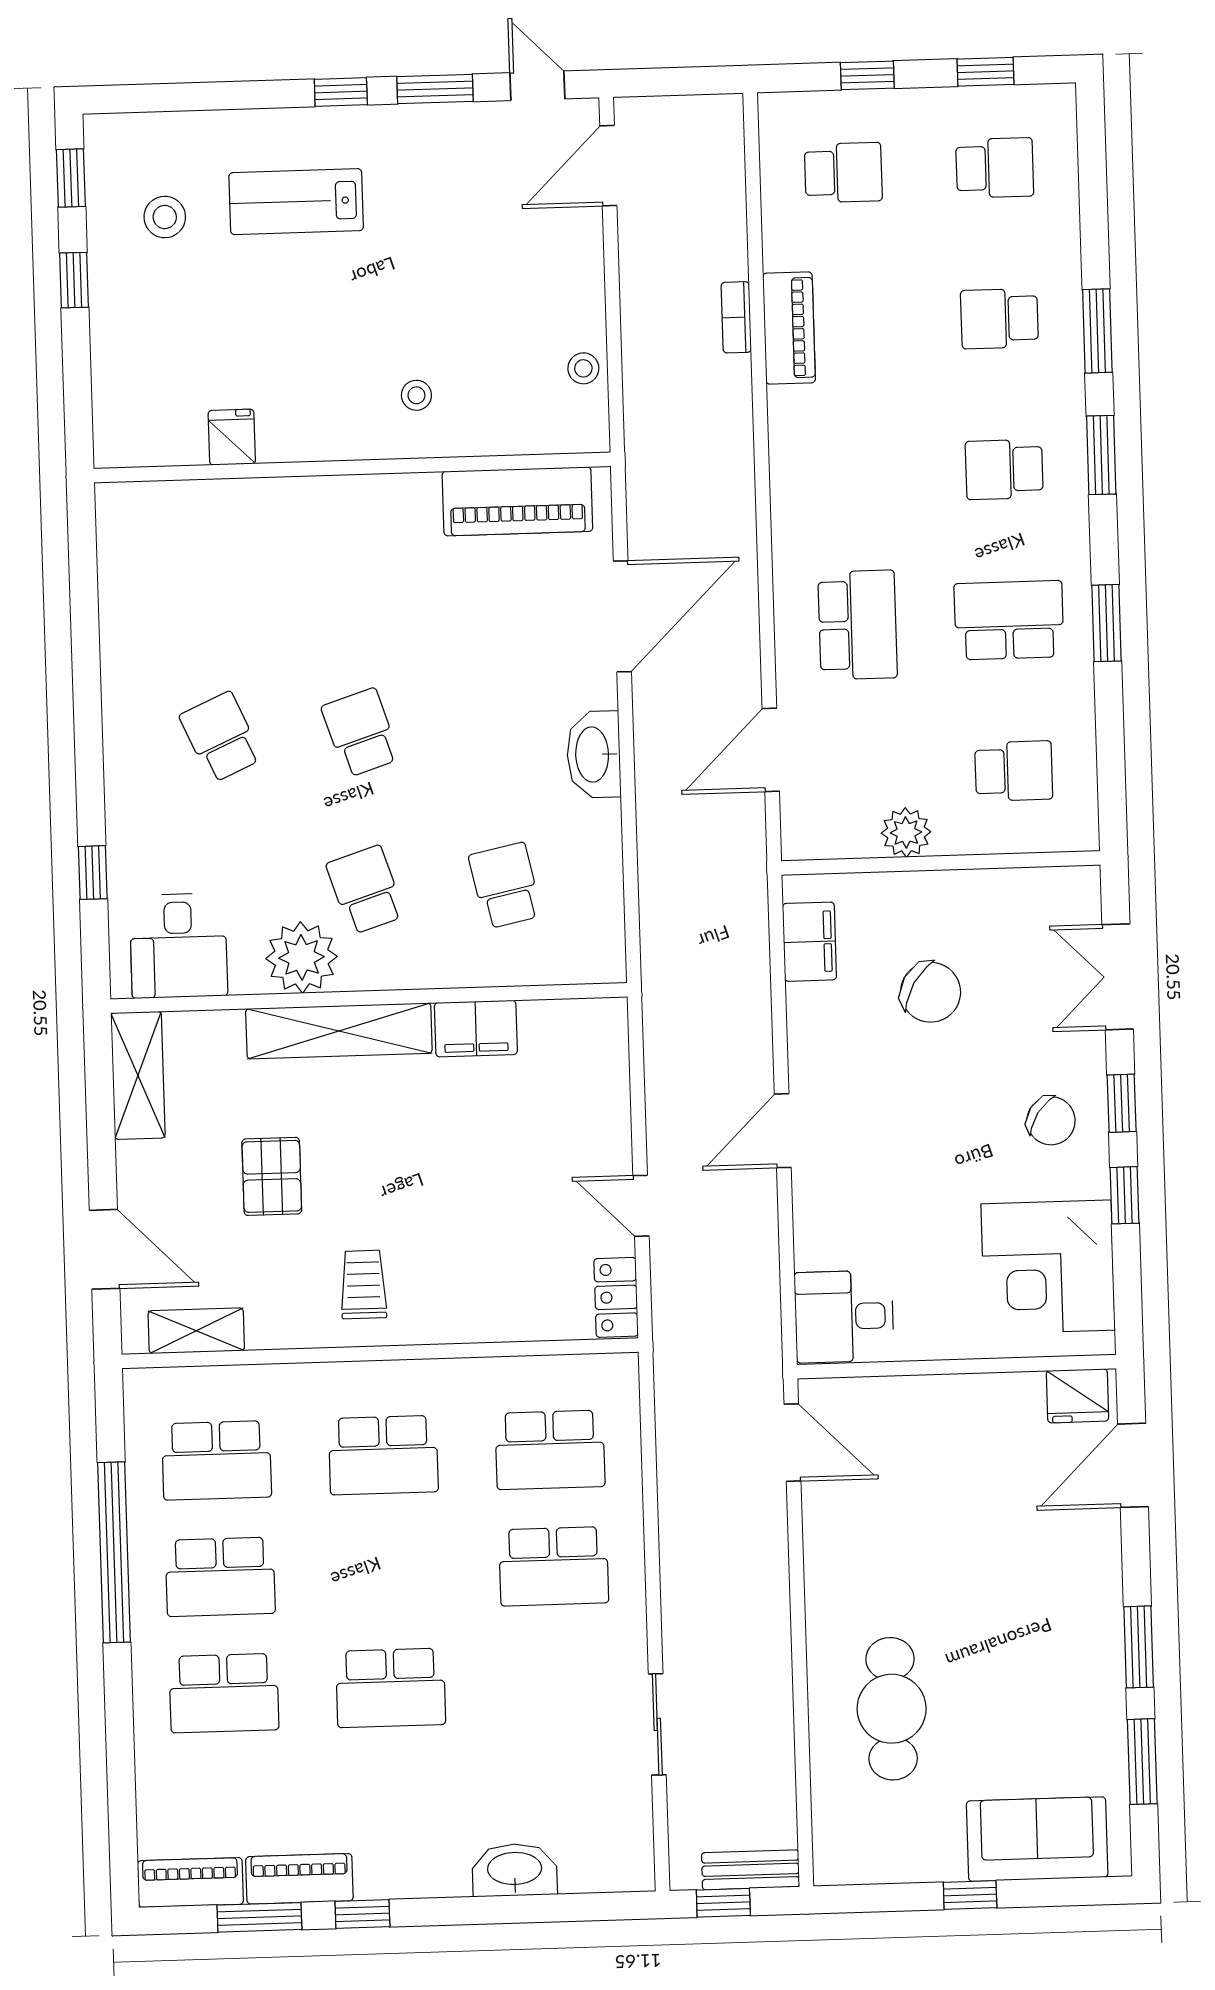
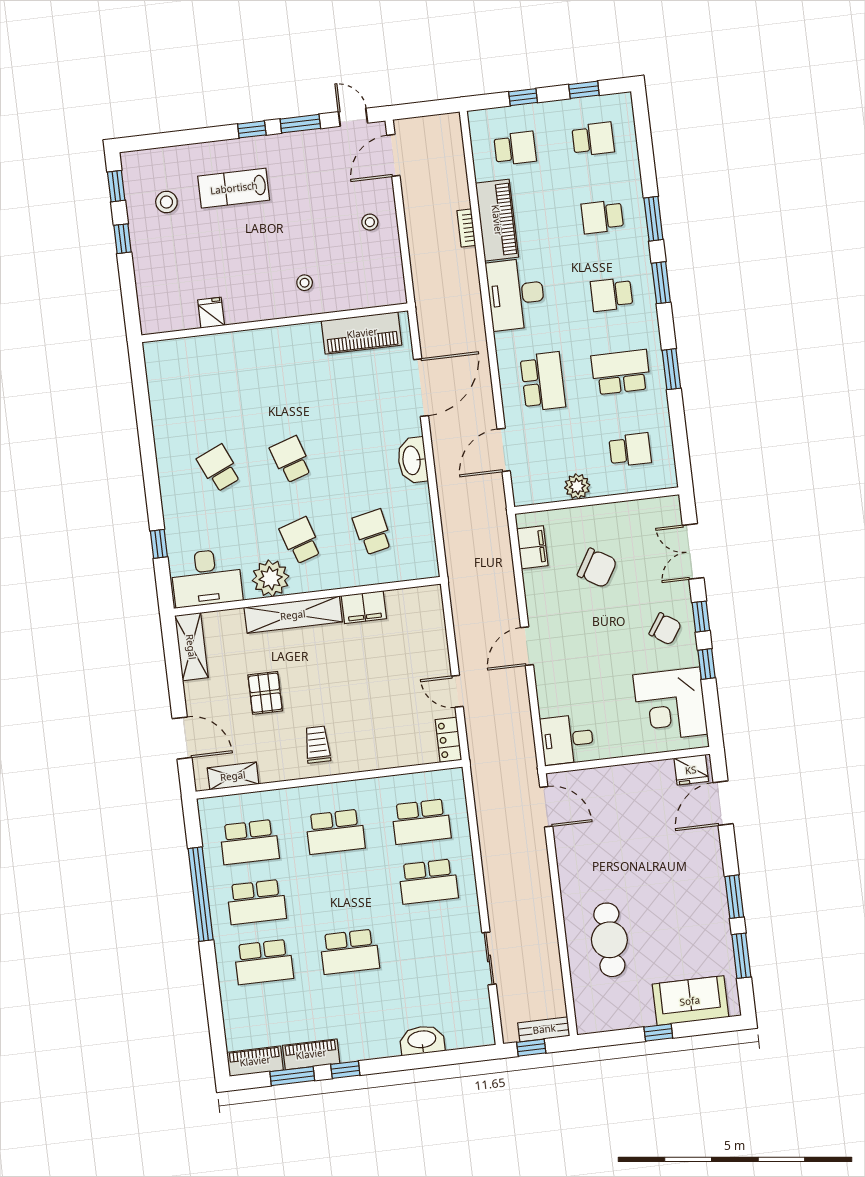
piano: (789, 328) -> (497, 220), width x1.37, depth x1.33
stool: (583, 368) -> (370, 222), moved
desk: (820, 453) -> (516, 294), added
desk: (178, 946) -> (207, 578), width x1.37

